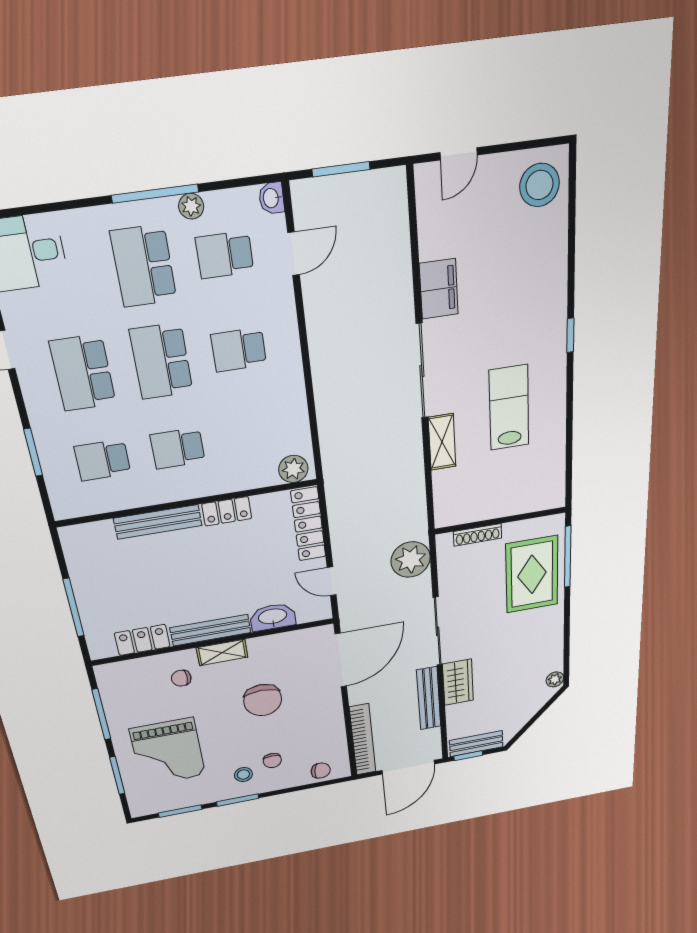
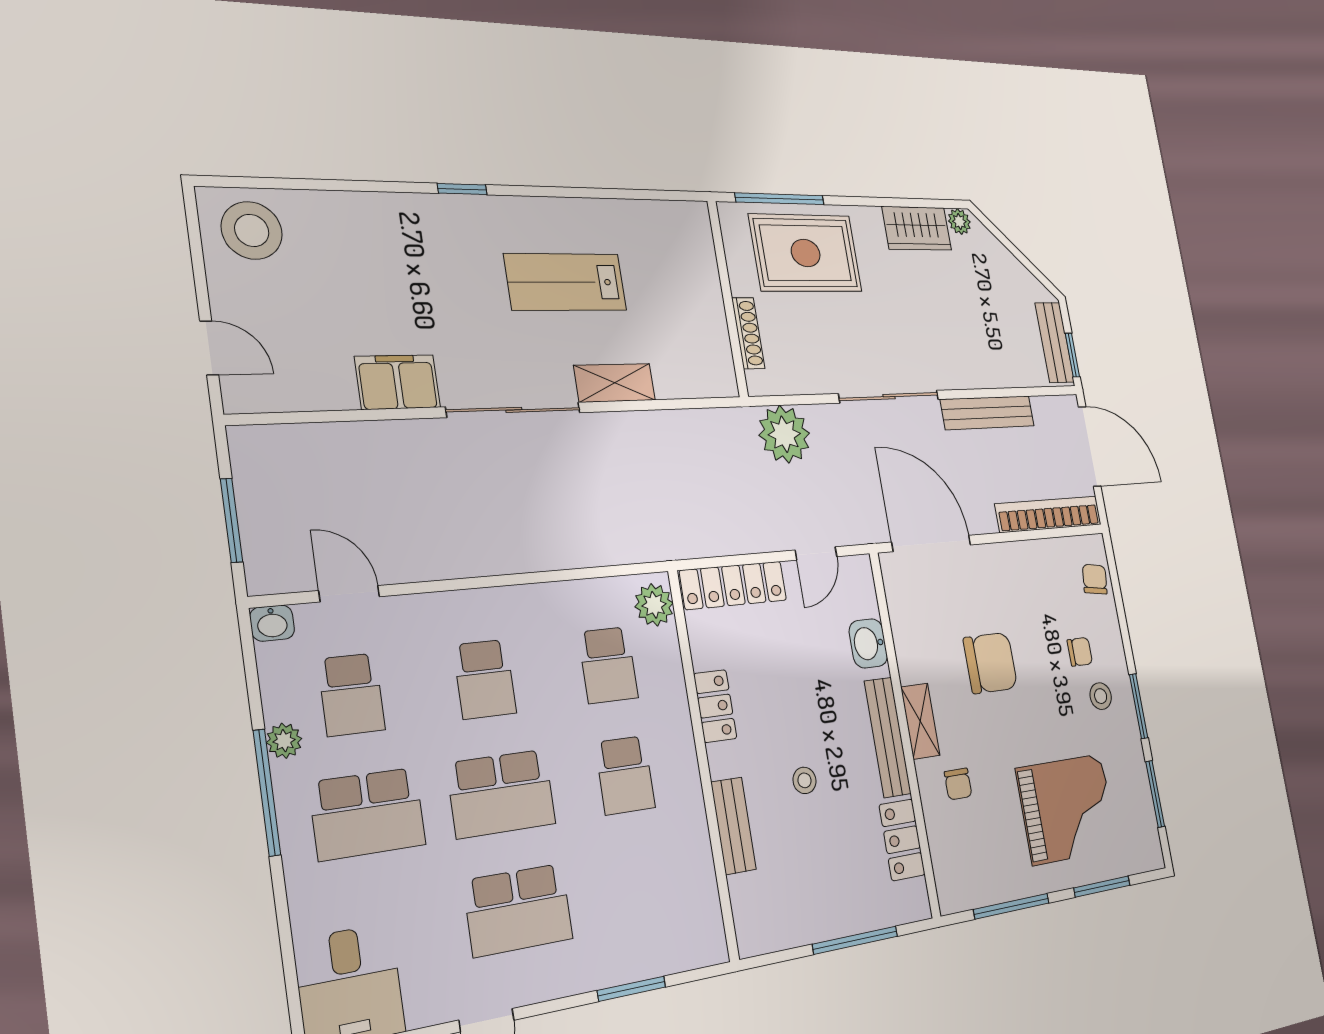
school desk: (103, 460) -> (608, 665), moved
bench: (158, 522) -> (733, 826), width x0.73
stool: (179, 573) -> (805, 780), added
washbasin: (273, 617) -> (868, 643), width x0.72
wardrobe: (458, 682) -> (917, 228), moved, turned 180

